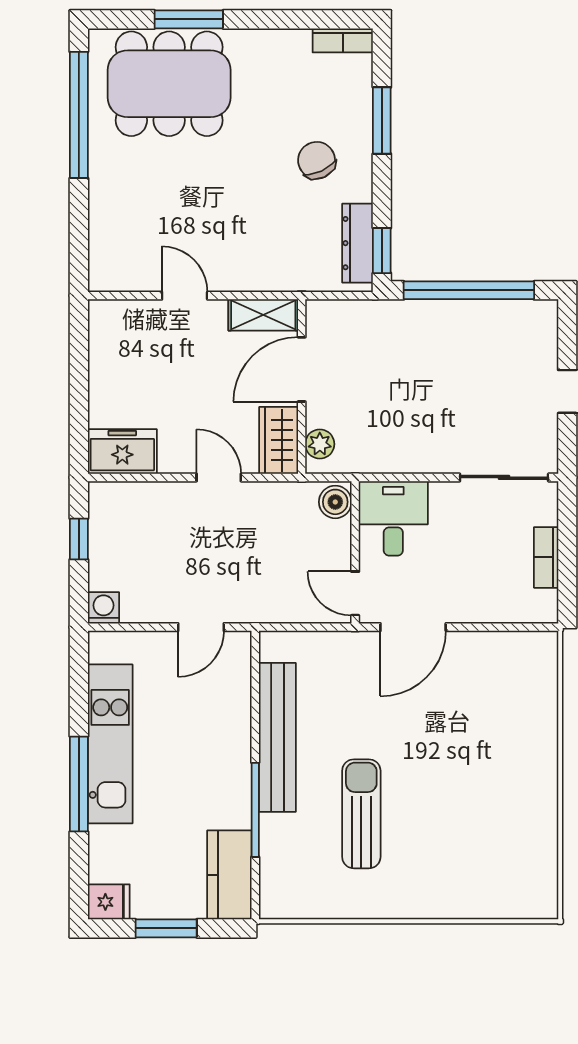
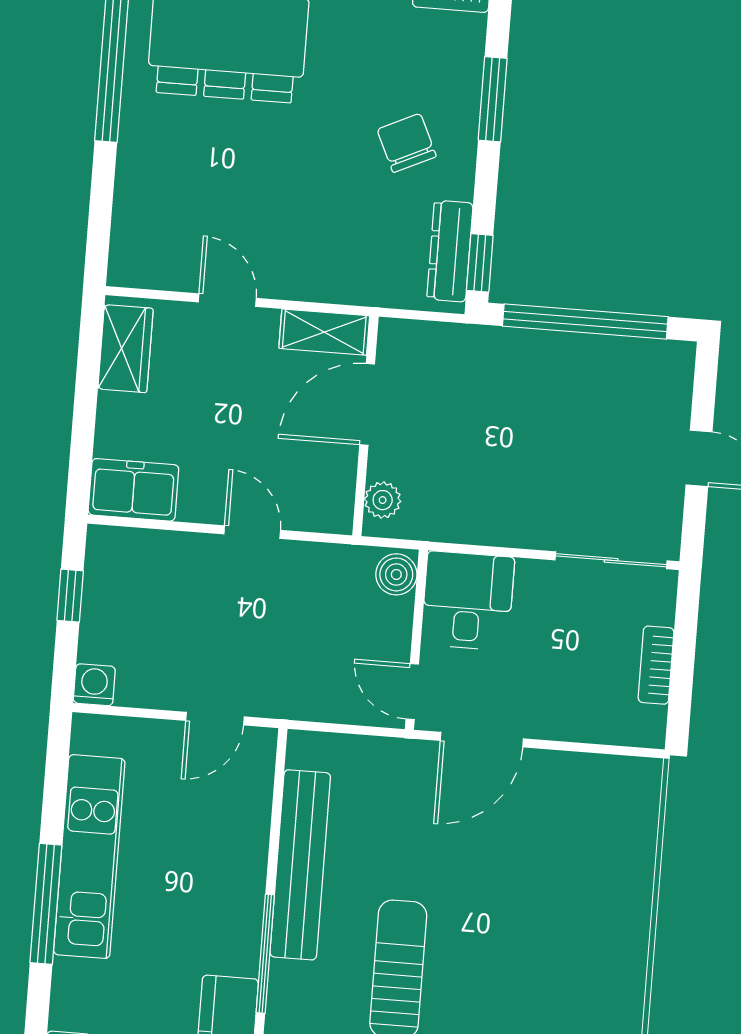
wardrobe: (279, 440) -> (125, 349), moved, turned 180

